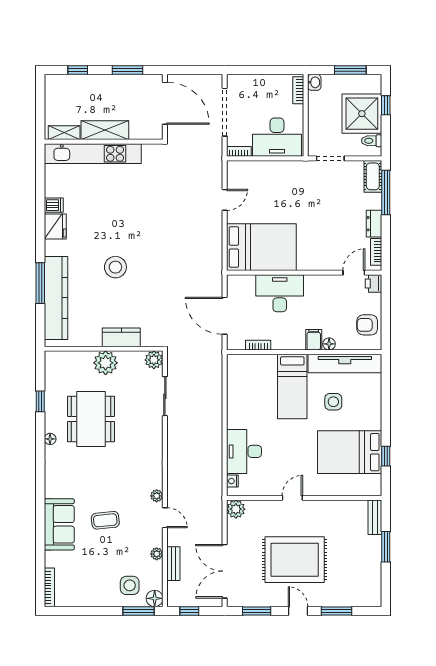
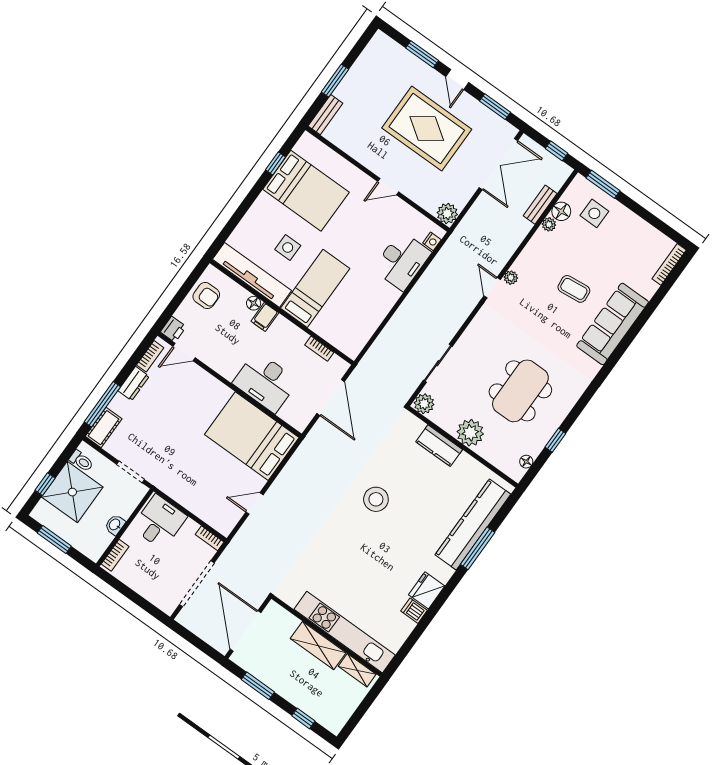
washbasin: (314, 82) -> (115, 525), moved
desk: (277, 137) -> (159, 522), width x0.73
stool: (115, 267) -> (376, 499), moved
floor lamp: (50, 439) -> (526, 462), moved
door: (165, 518) -> (492, 288), moved
sofa: (59, 524) -> (613, 324), width x1.36
floor lamp: (155, 598) -> (561, 211), moved

